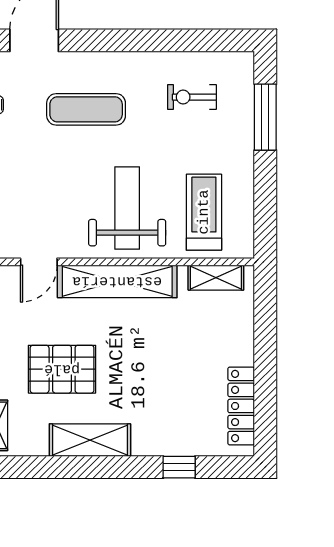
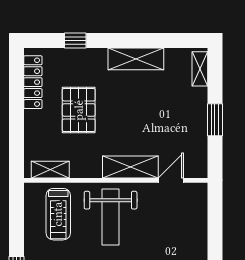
shelving: (117, 281) -> (130, 167), width x0.68
pallet: (62, 369) -> (79, 110), moved, turned 90

